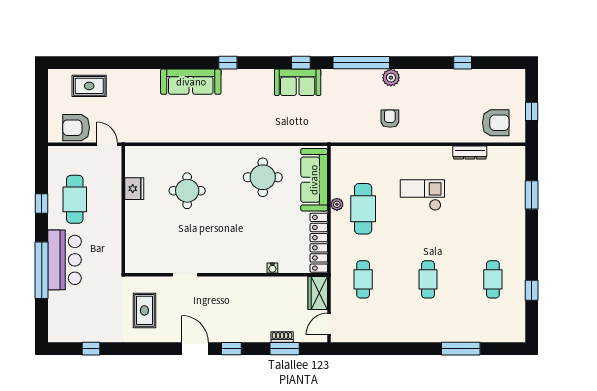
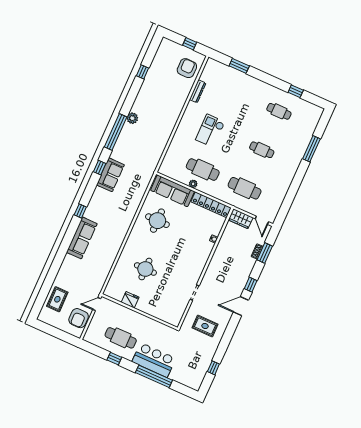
armchair: (390, 119) -> (156, 130), removed
cafe table: (363, 279) -> (245, 188), width x1.37, depth x1.35

